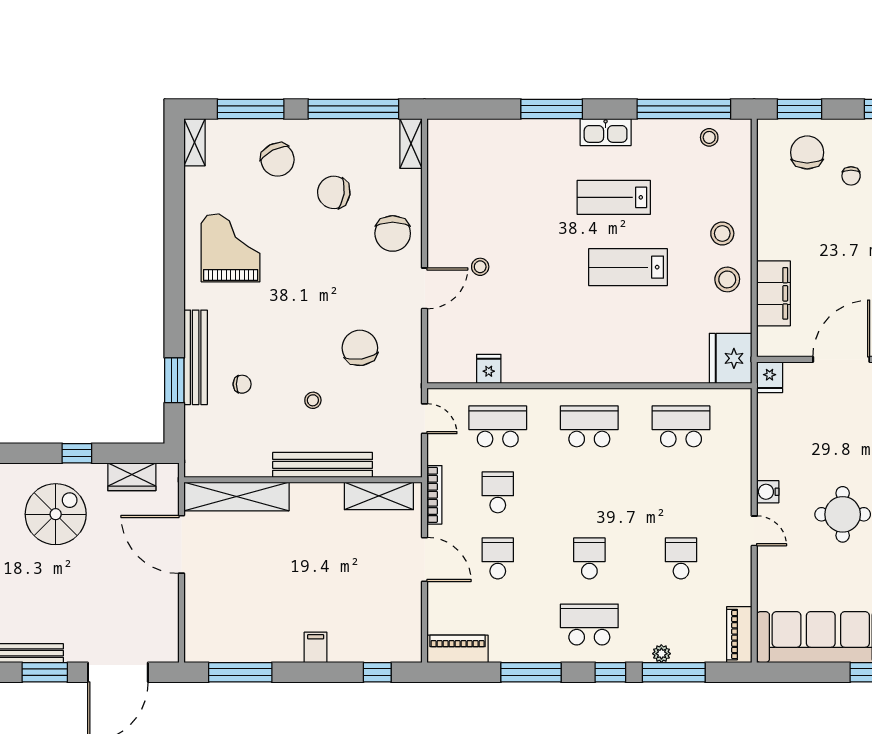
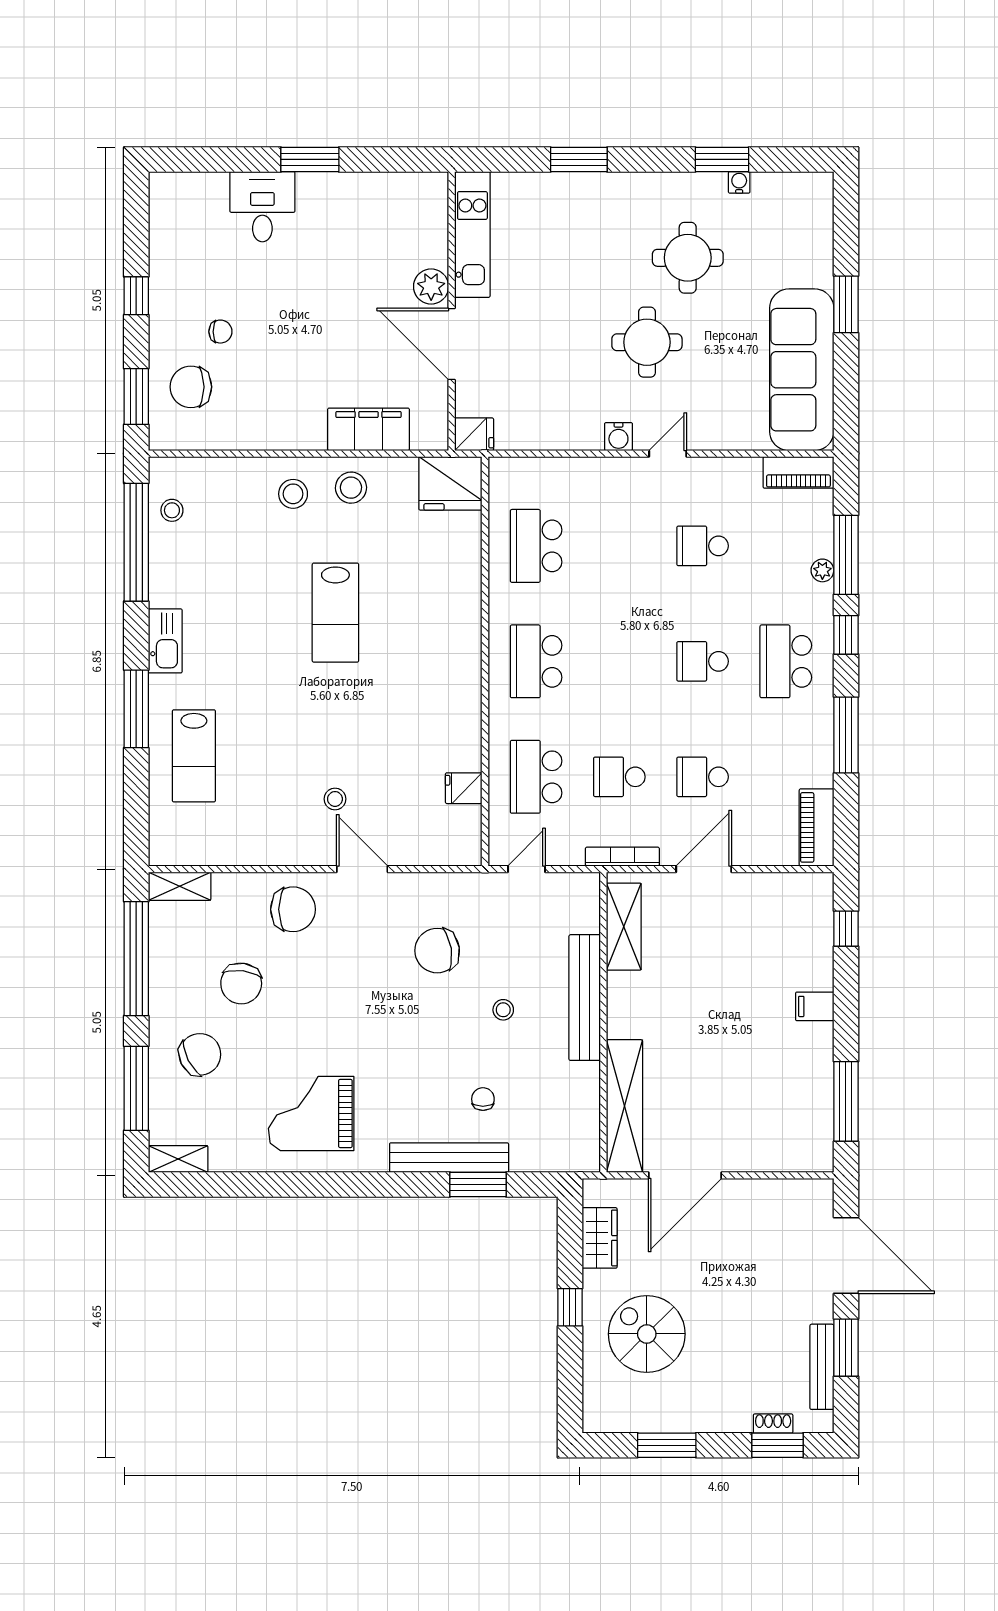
lab bench: (614, 197) -> (194, 756), moved

